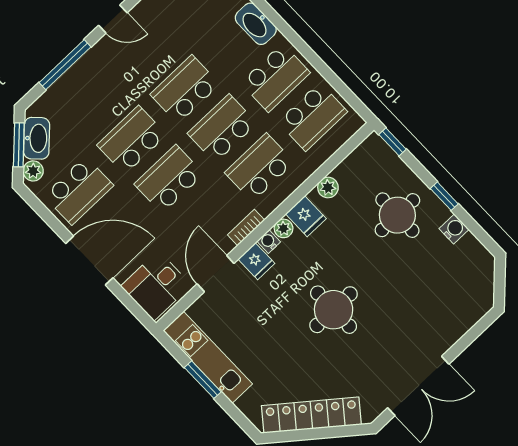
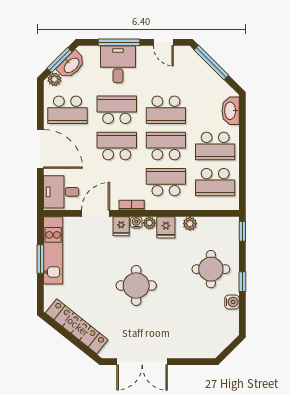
desk: (86, 89) -> (118, 64), added
school desk: (185, 89) -> (166, 110), turned 180

